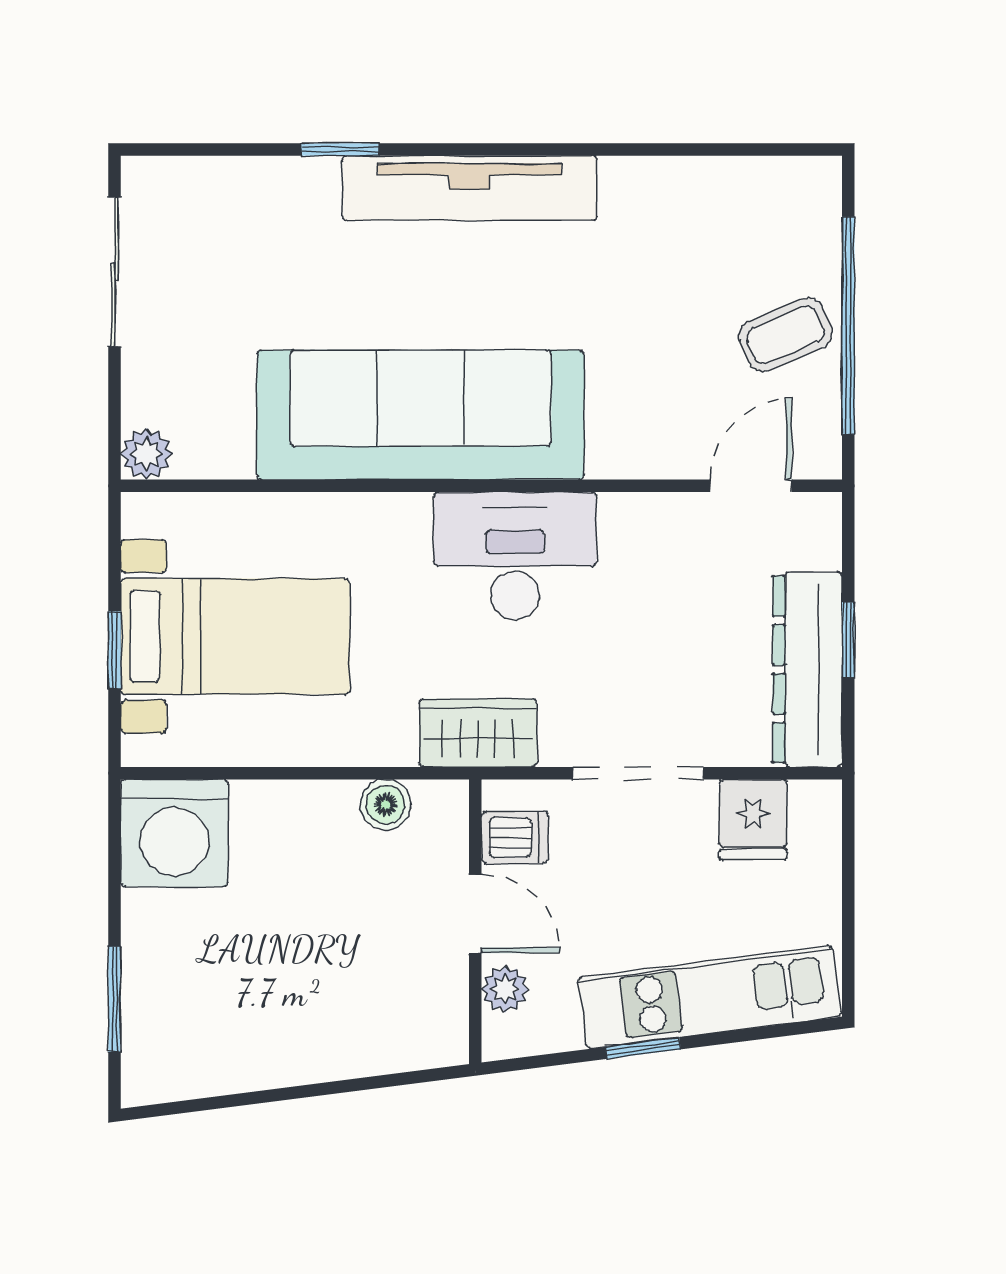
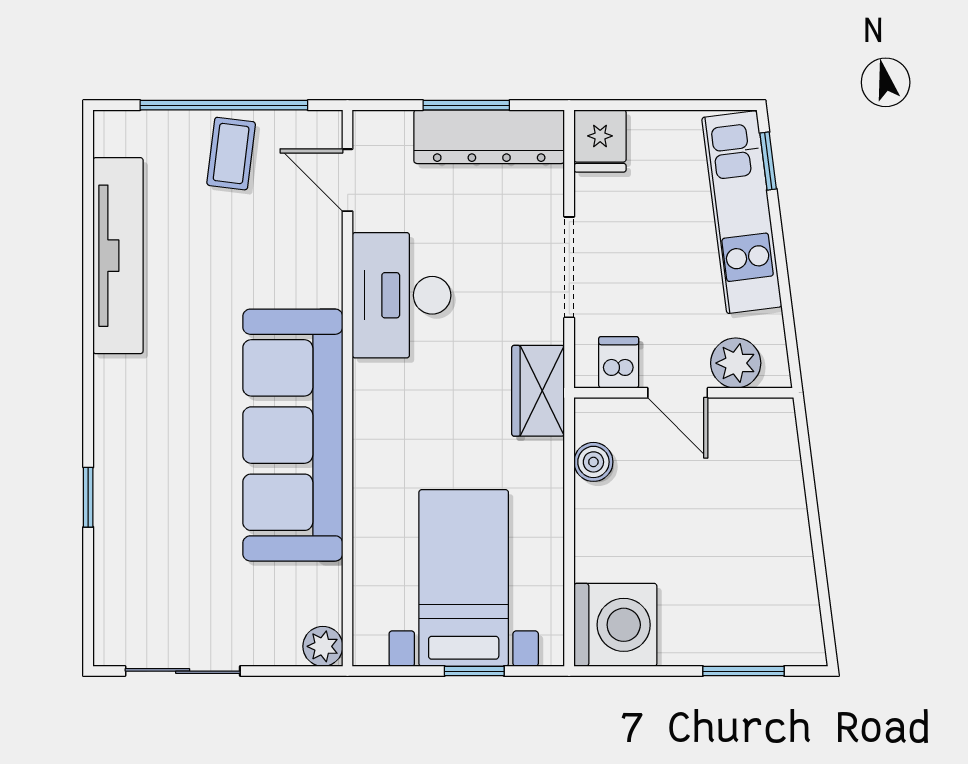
tv unit: (470, 188) -> (118, 256), moved
coffee table: (785, 335) -> (231, 154), turned 30
desk: (515, 556) -> (402, 295), moved
window: (848, 640) -> (466, 105), width x1.50
fridge: (753, 820) -> (600, 141), moved, turned 90
door: (475, 914) -> (678, 393), swing flipped
plant: (505, 989) -> (736, 363), width x1.38, depth x1.38
window: (643, 1048) -> (768, 161), moved

